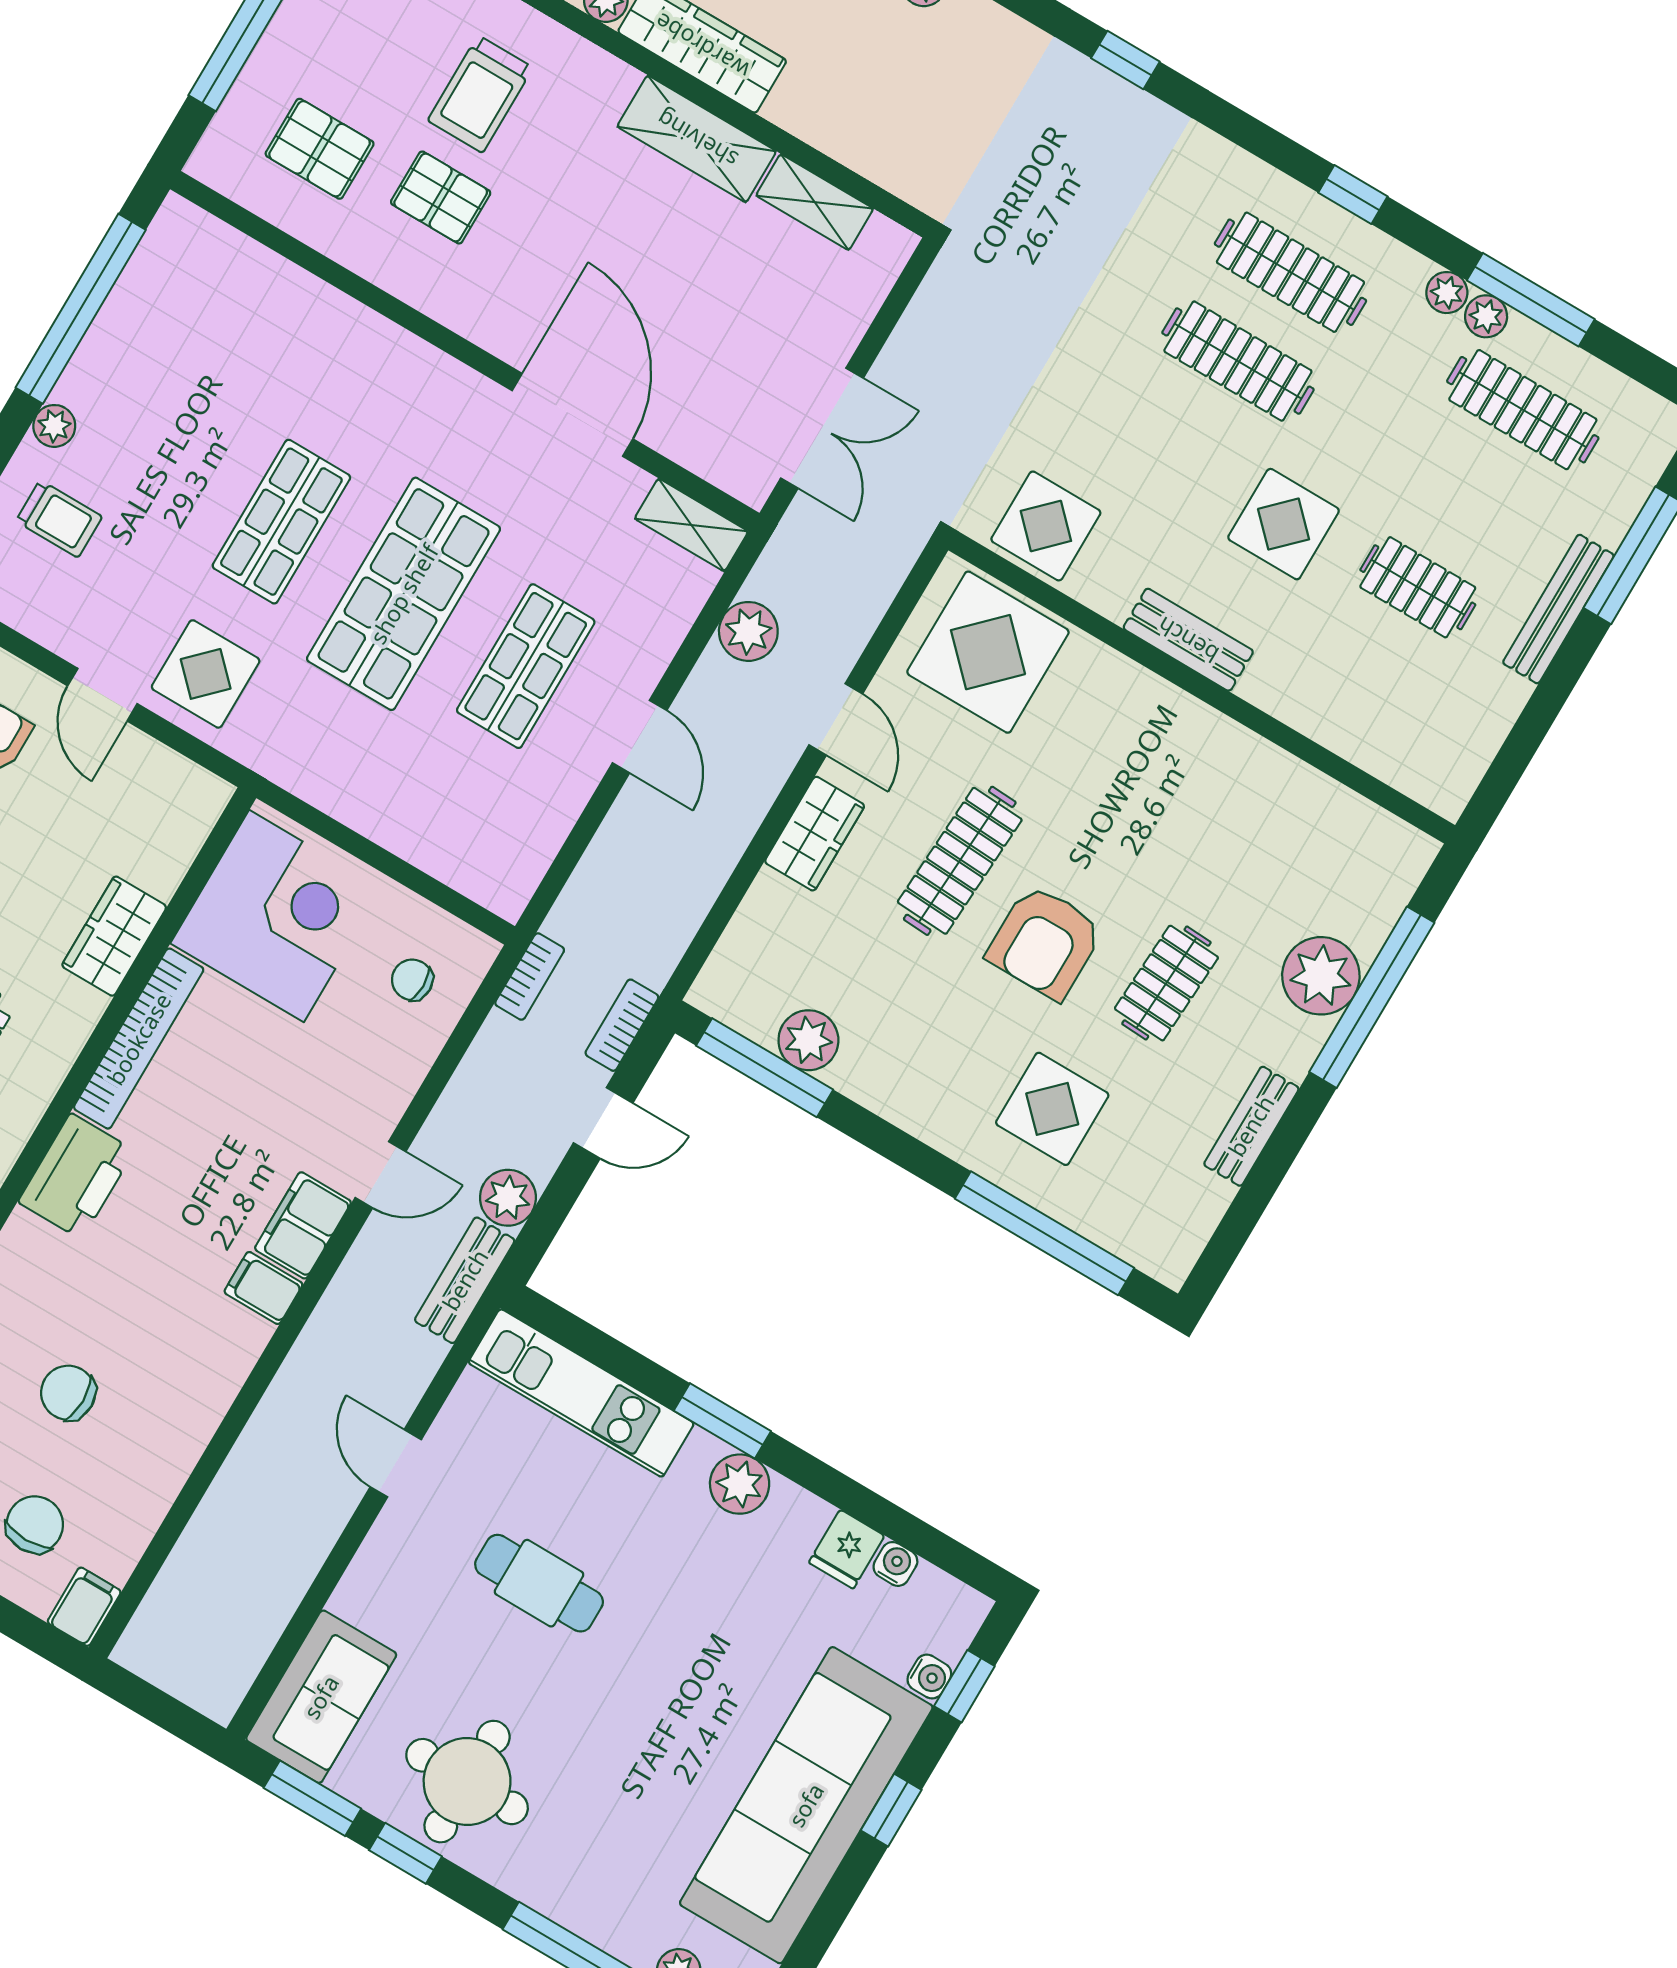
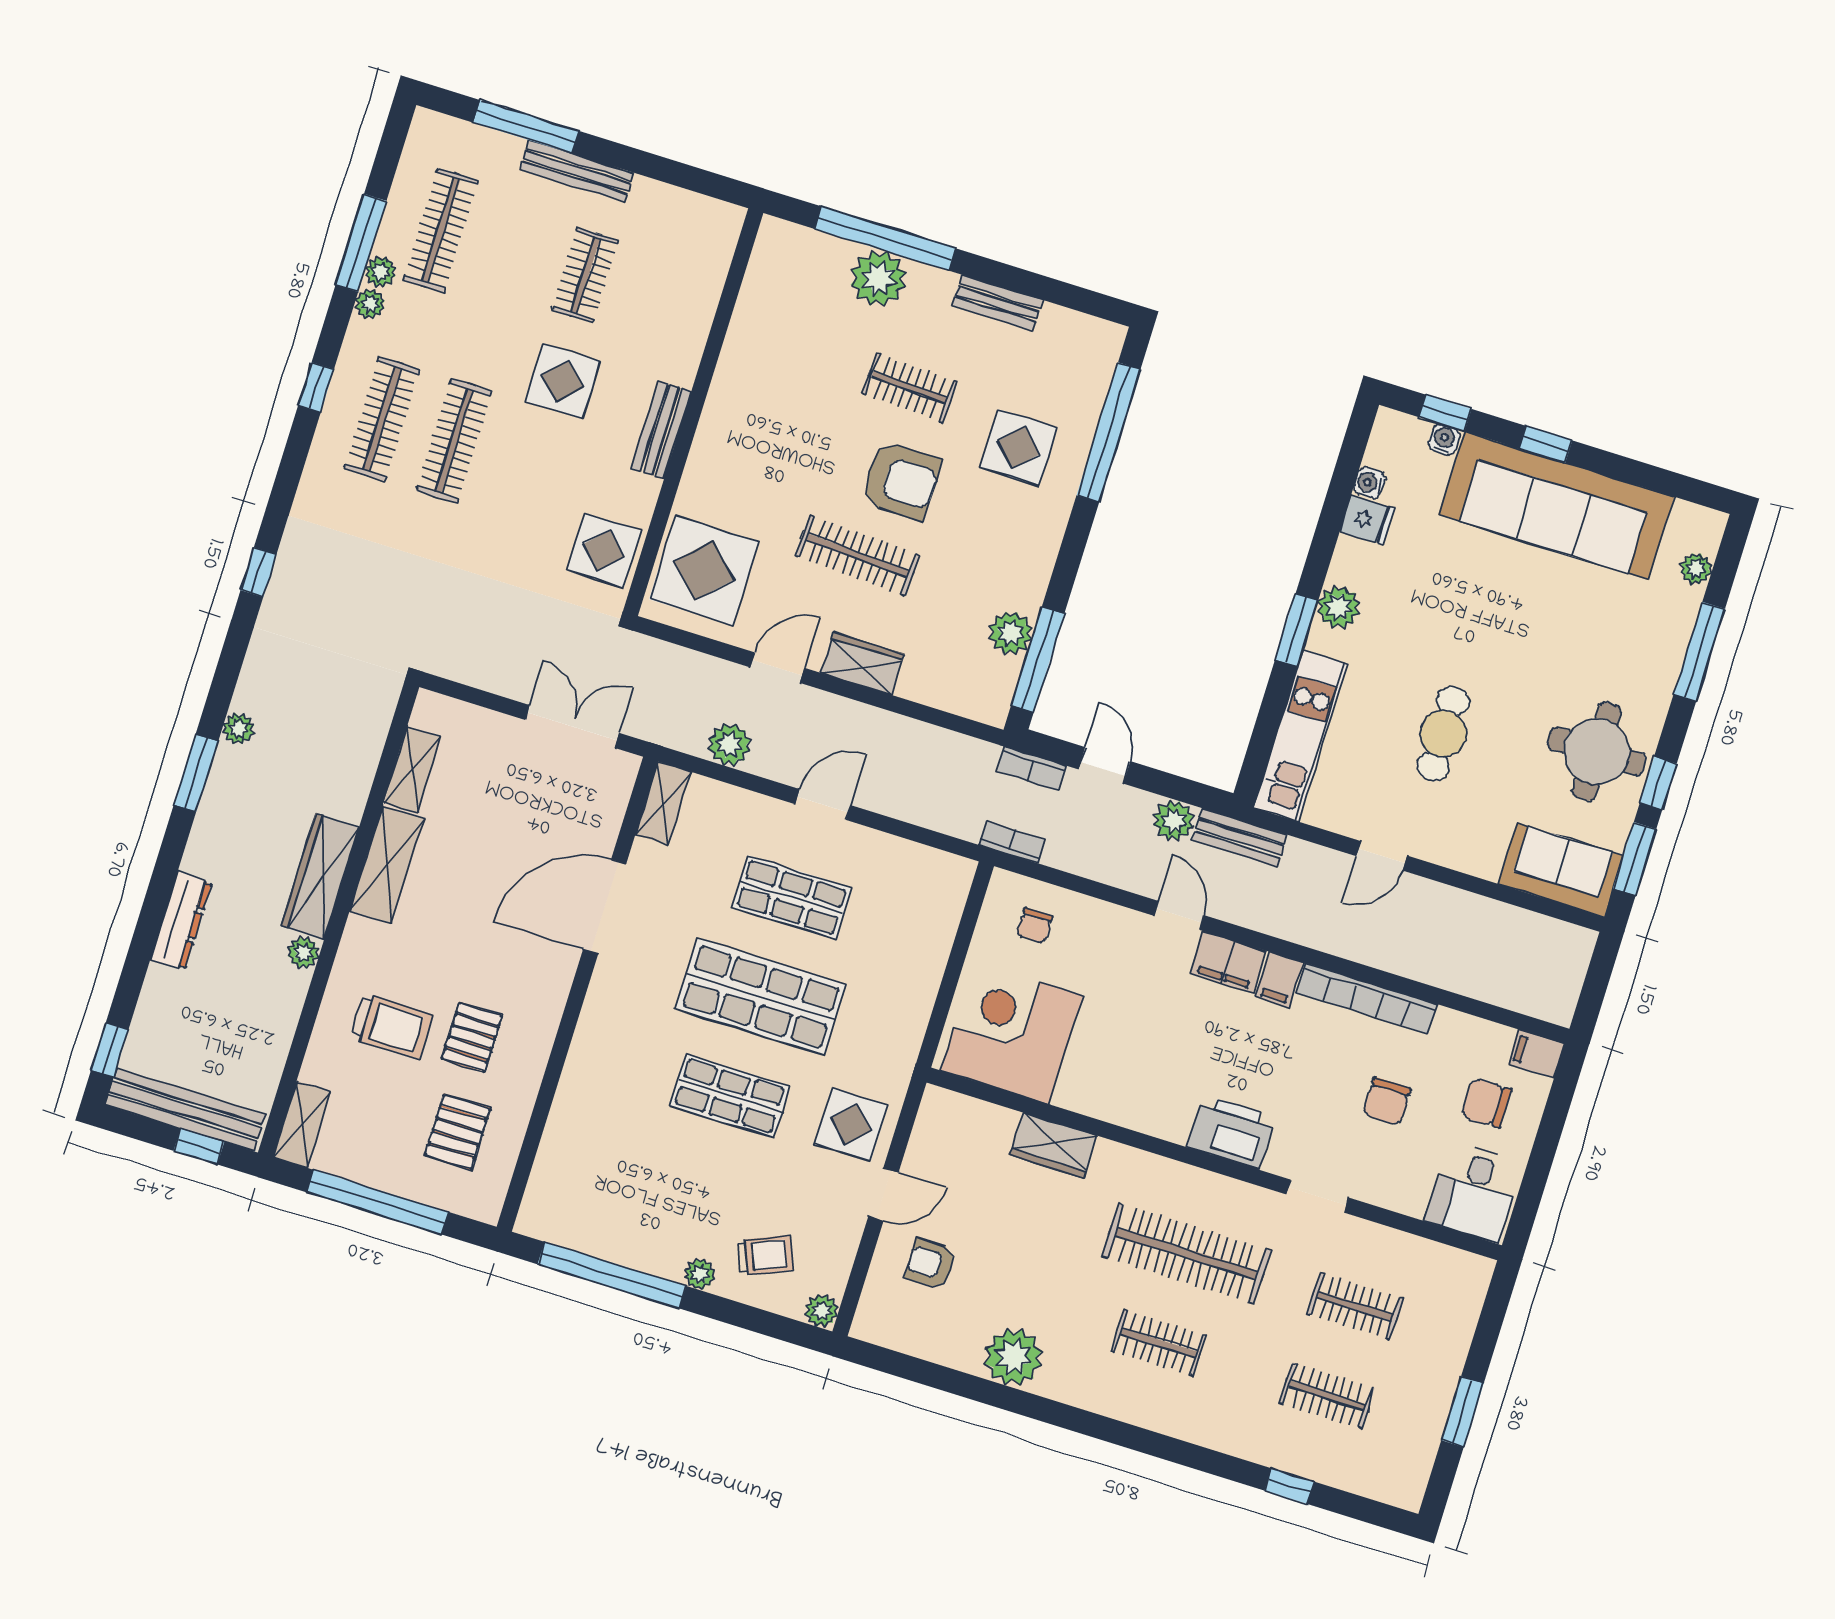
trolley: (59, 519) -> (765, 1255), turned 67
bookcase: (139, 1039) -> (1367, 999), moved, turned 180

